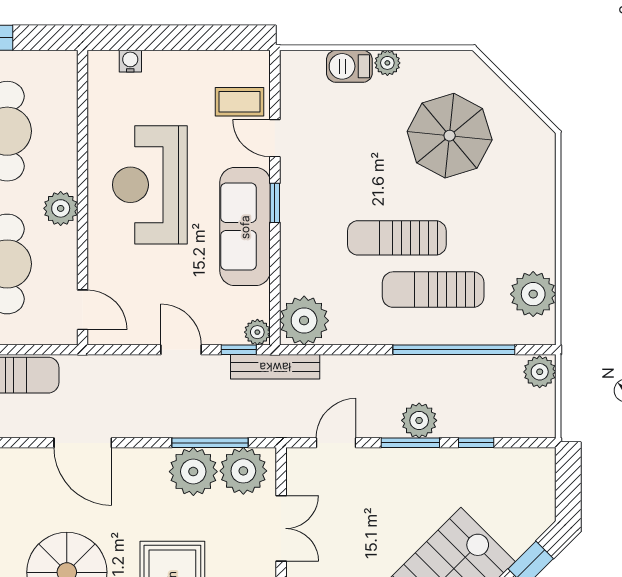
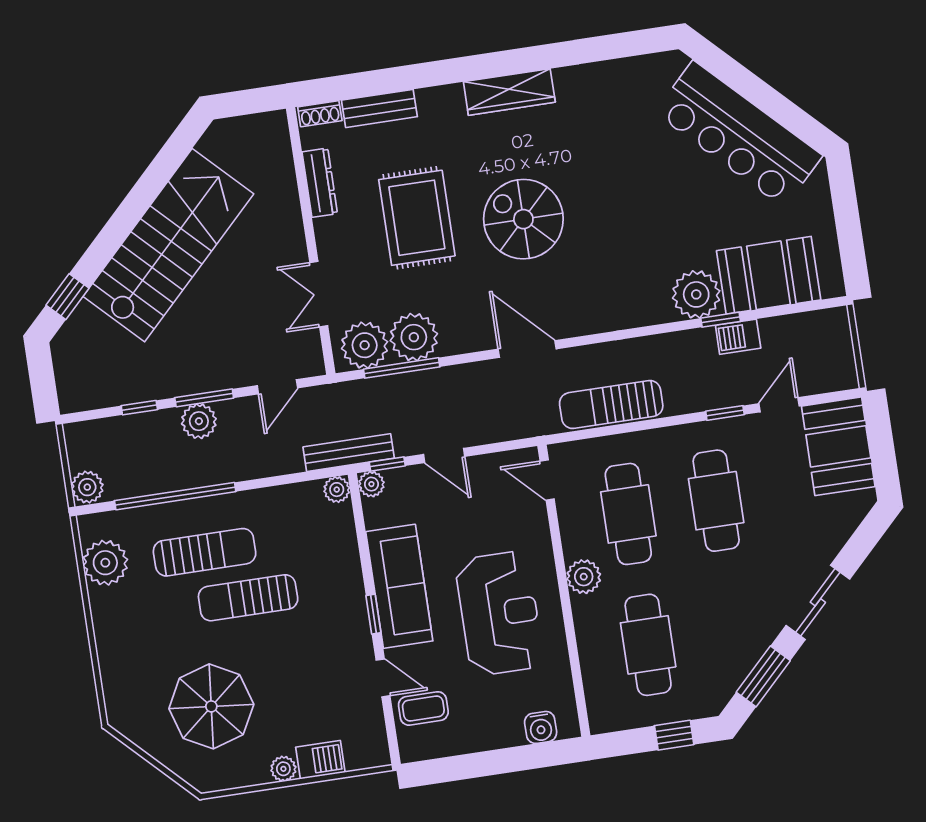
water cooler: (130, 61) -> (541, 727), width x1.38, depth x1.38
sun lounger: (397, 238) -> (248, 598), turned 180
plant: (304, 321) -> (337, 490), width x0.53, depth x0.53

